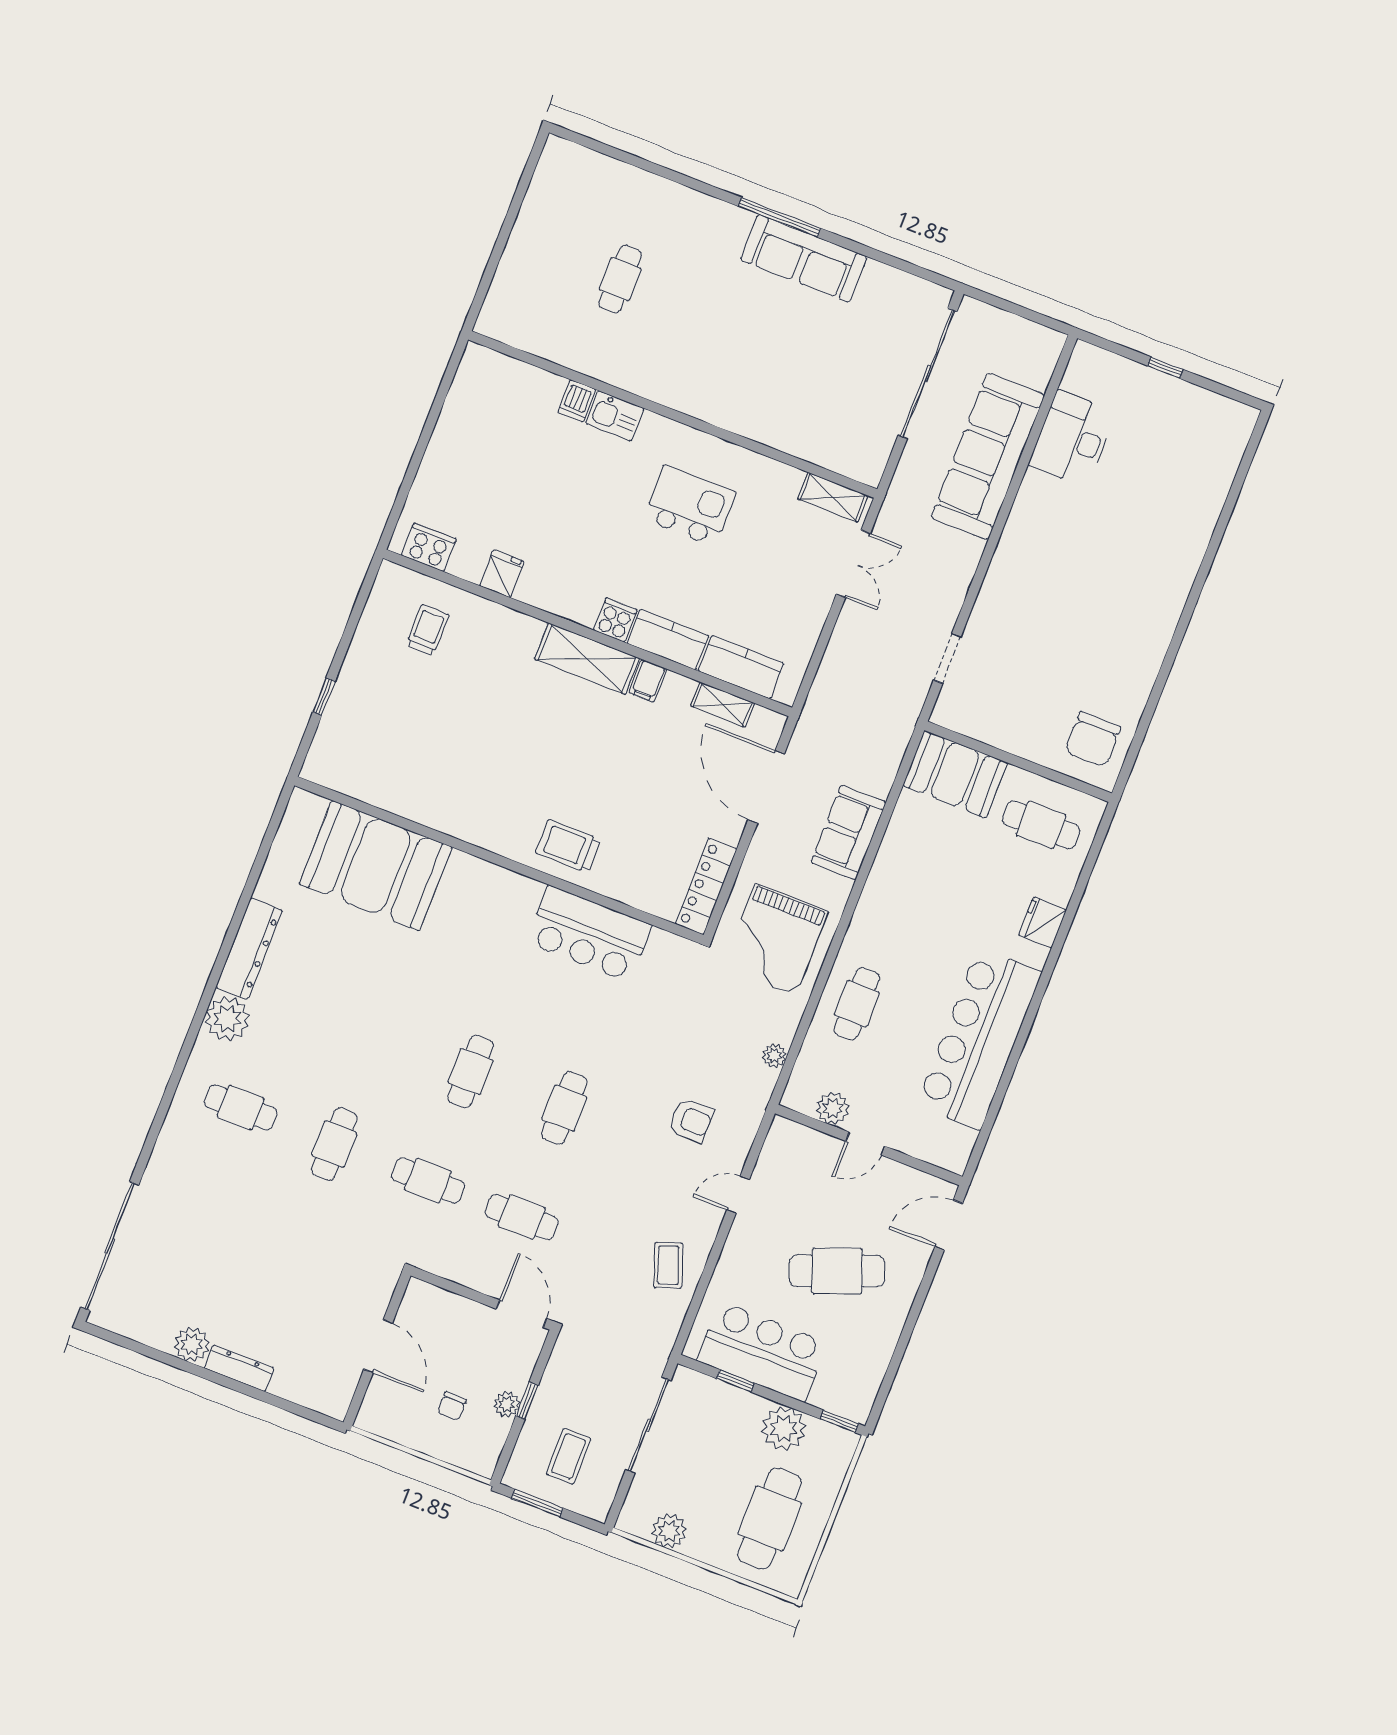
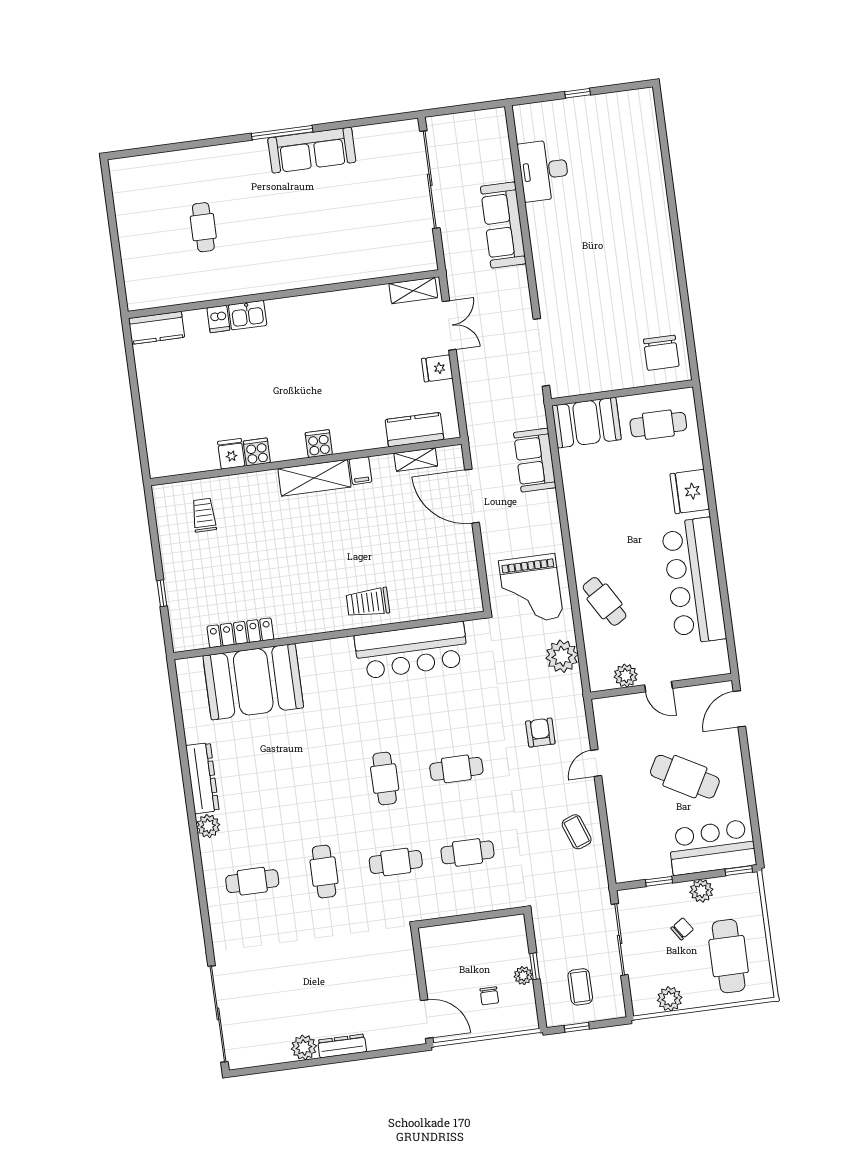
sofa: (988, 456) -> (503, 225), width x0.74, depth x0.79
kitchen island: (690, 506) -> (326, 346), removed
cooker: (429, 547) -> (257, 452), moved, width x0.73
fridge: (810, 608) -> (437, 368), added
kitchen counter: (668, 640) -> (157, 328), moved, turned 180
doorway: (947, 658) -> (541, 352), width x1.88
sofa: (848, 832) -> (535, 460), moved
locker: (706, 886) -> (240, 633), moved, turned 90
fridge: (1043, 923) -> (690, 492), width x1.36, depth x1.34
bar counter: (589, 934) -> (411, 650), width x1.36
cafe table: (857, 1004) -> (605, 601), turned -31
plant: (227, 1019) -> (208, 826), width x0.73, depth x0.73
plant: (774, 1056) -> (562, 656), width x1.88, depth x1.88
cafe table: (564, 1108) -> (456, 769), turned 90
armchair: (691, 1120) -> (540, 733), turned -90
door: (865, 1144) -> (659, 687), hinge flipped
cafe table: (837, 1271) -> (685, 777), turned 50
door: (522, 1314) -> (501, 913), removed
door: (378, 1346) -> (427, 1019), moved
bar counter: (762, 1351) -> (712, 847), moved
plant: (784, 1428) -> (701, 891), width x0.73, depth x0.73
chair: (731, 1454) -> (682, 929), added
window: (537, 1503) -> (577, 1027), width x0.67

